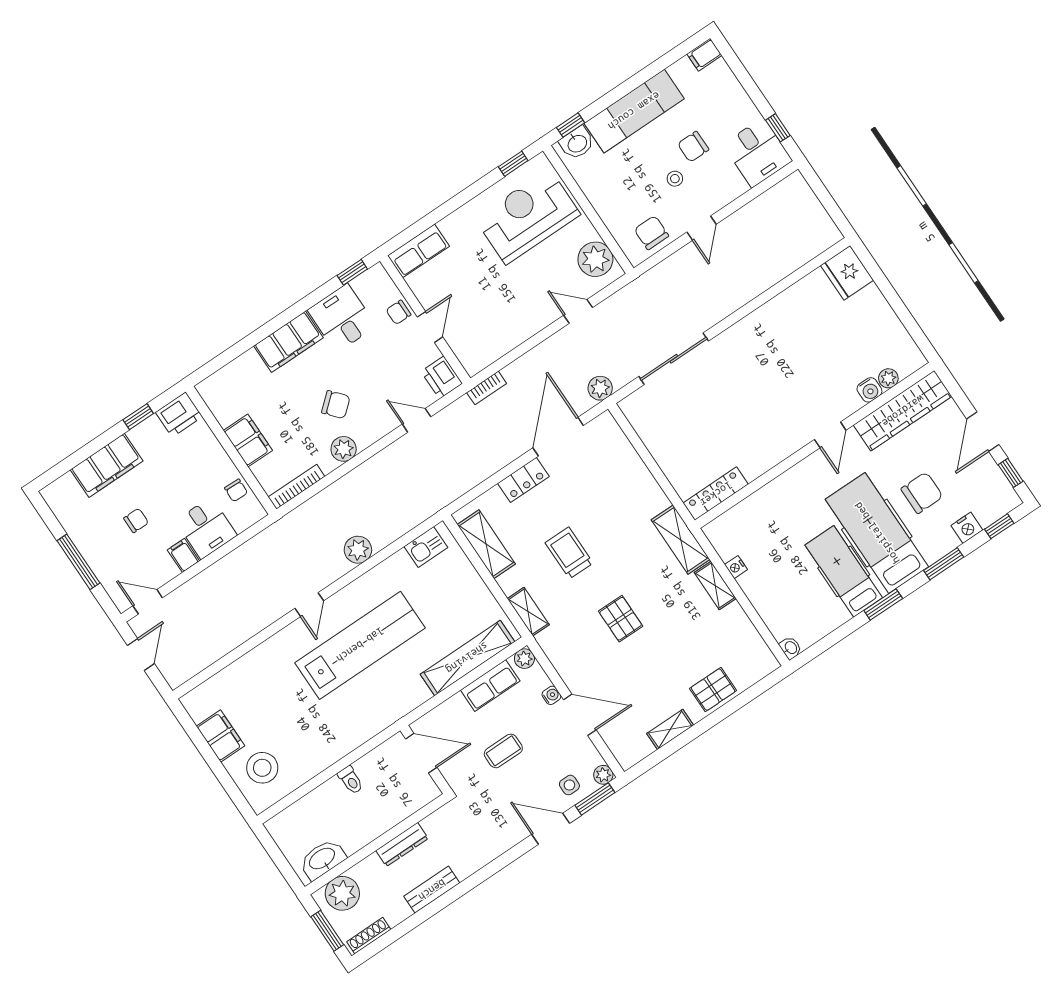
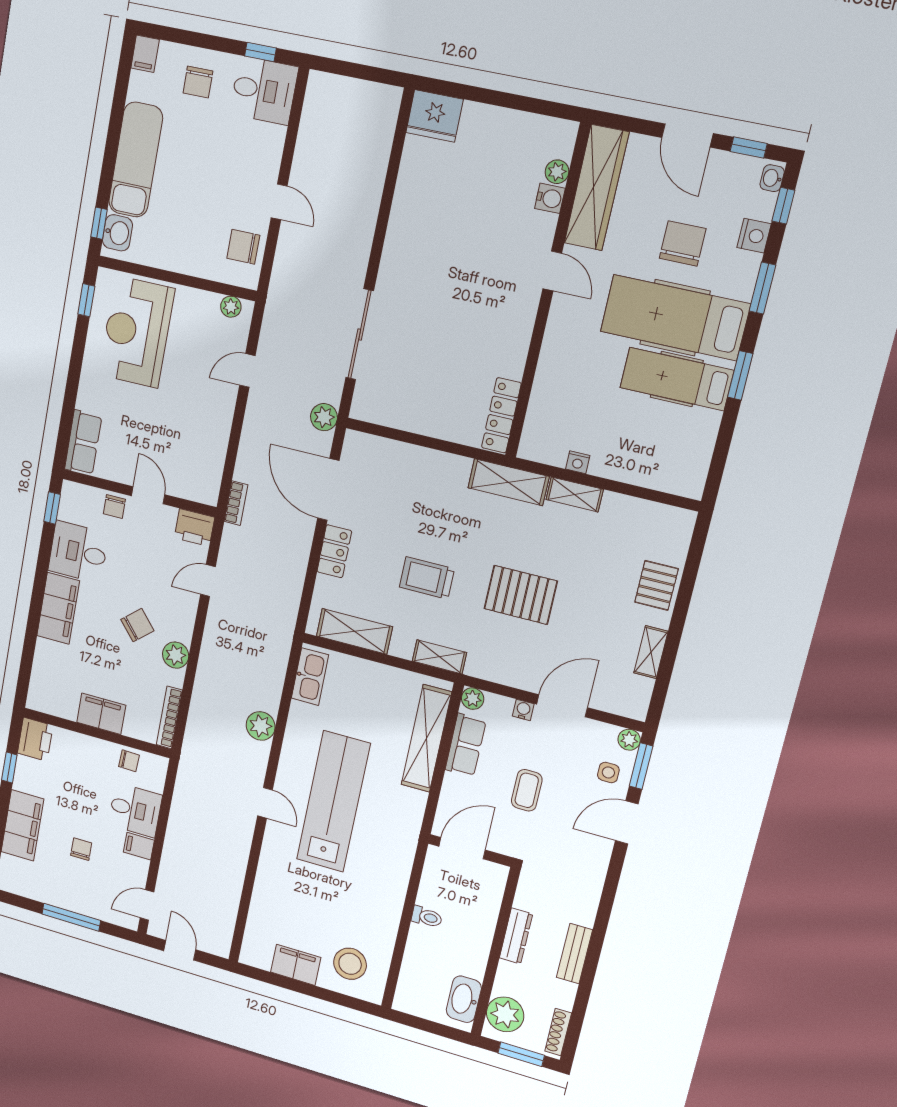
chair: (693, 147) -> (198, 82), moved
stool: (675, 179) -> (219, 182), removed
plant: (595, 259) -> (231, 307), width x0.53, depth x0.53
kitchen sink: (426, 547) -> (310, 677), width x1.38
pallet: (621, 619) -> (521, 595), width x1.50, depth x1.42
washbasin: (790, 648) -> (772, 178), moved, turned -90

